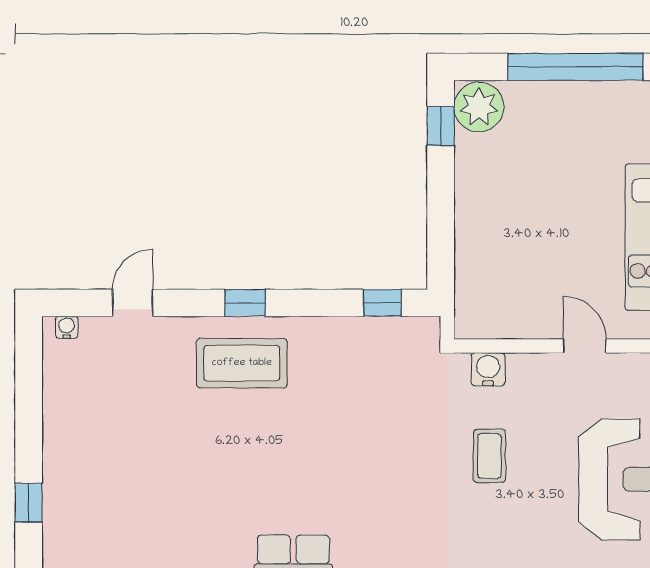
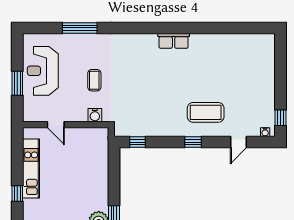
coffee table: (242, 363) -> (206, 112), moved
window: (29, 503) -> (280, 118), moved

